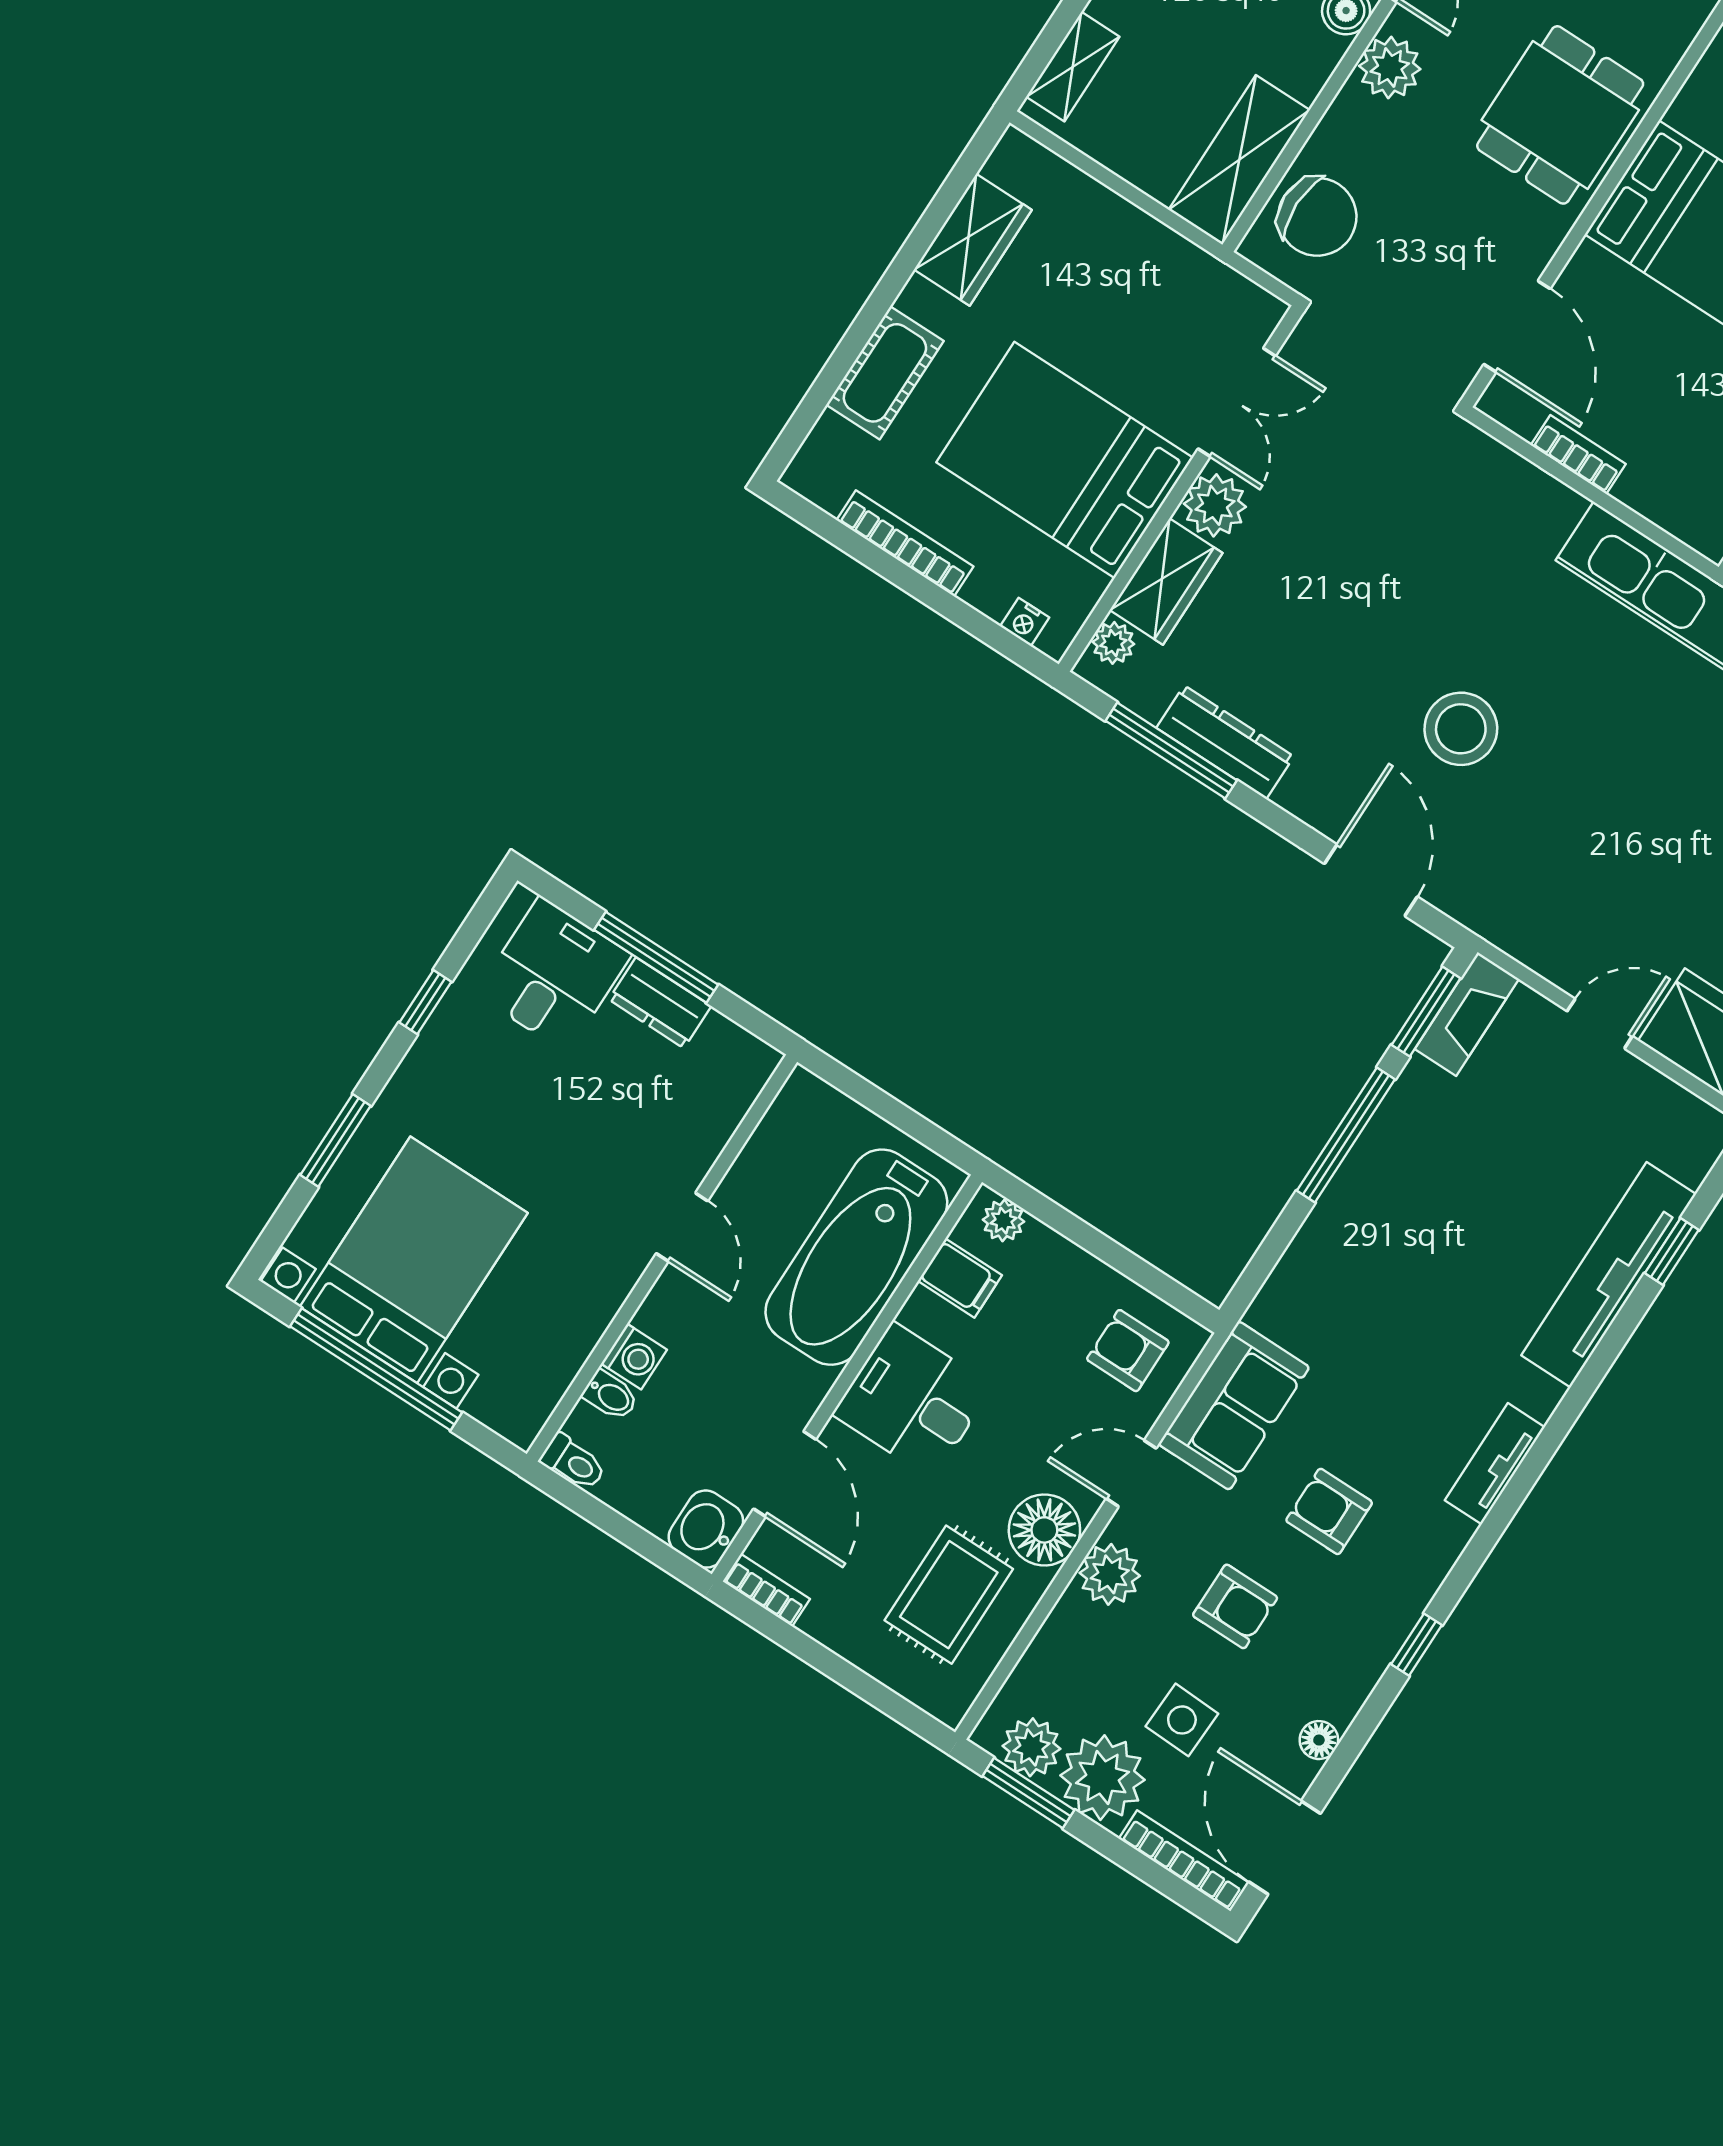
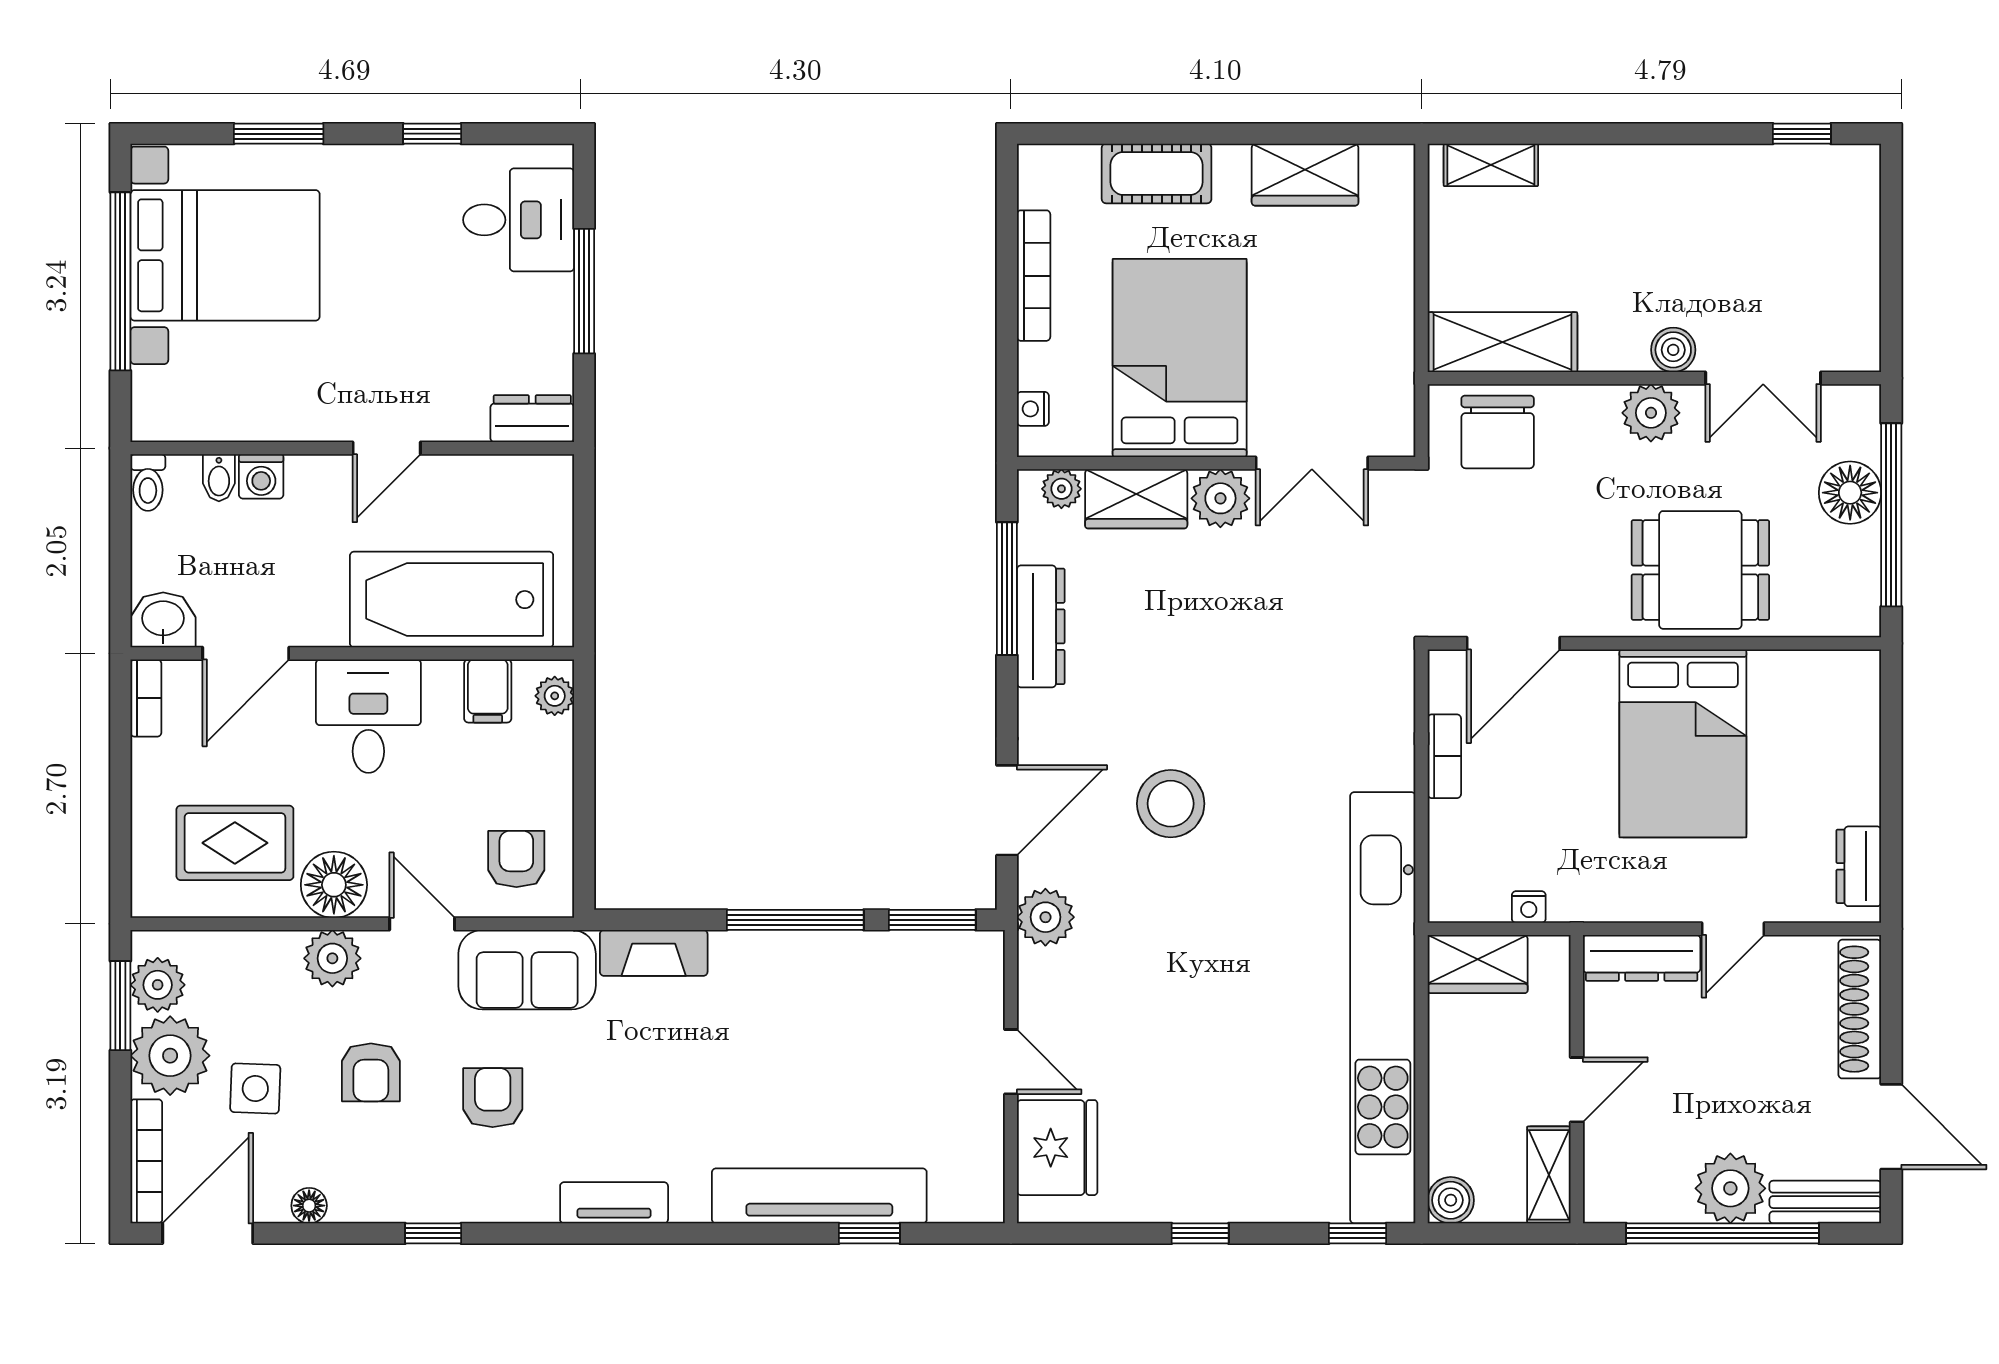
plant: (1490, 908) -> (1045, 917), added
dresser: (660, 1003) -> (532, 419), moved, turned 90
fireplace: (1467, 1014) -> (654, 953), moved

